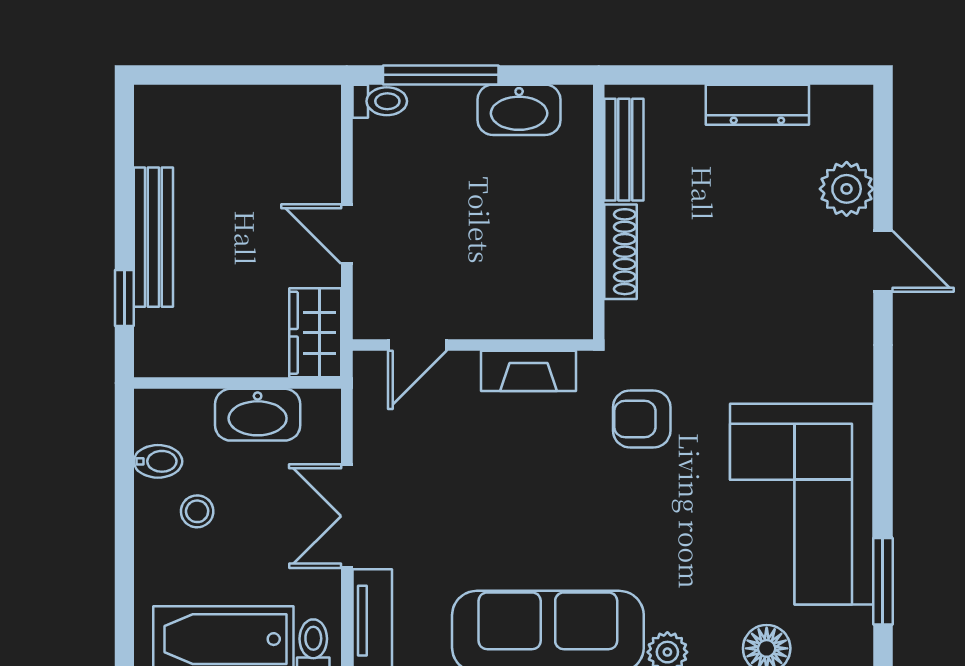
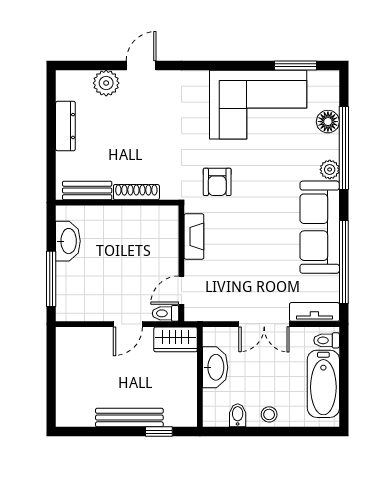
toilet: (380, 101) -> (166, 313), moved, turned -90
door: (417, 345) -> (181, 290), swing flipped
stool: (197, 511) -> (269, 414), moved

